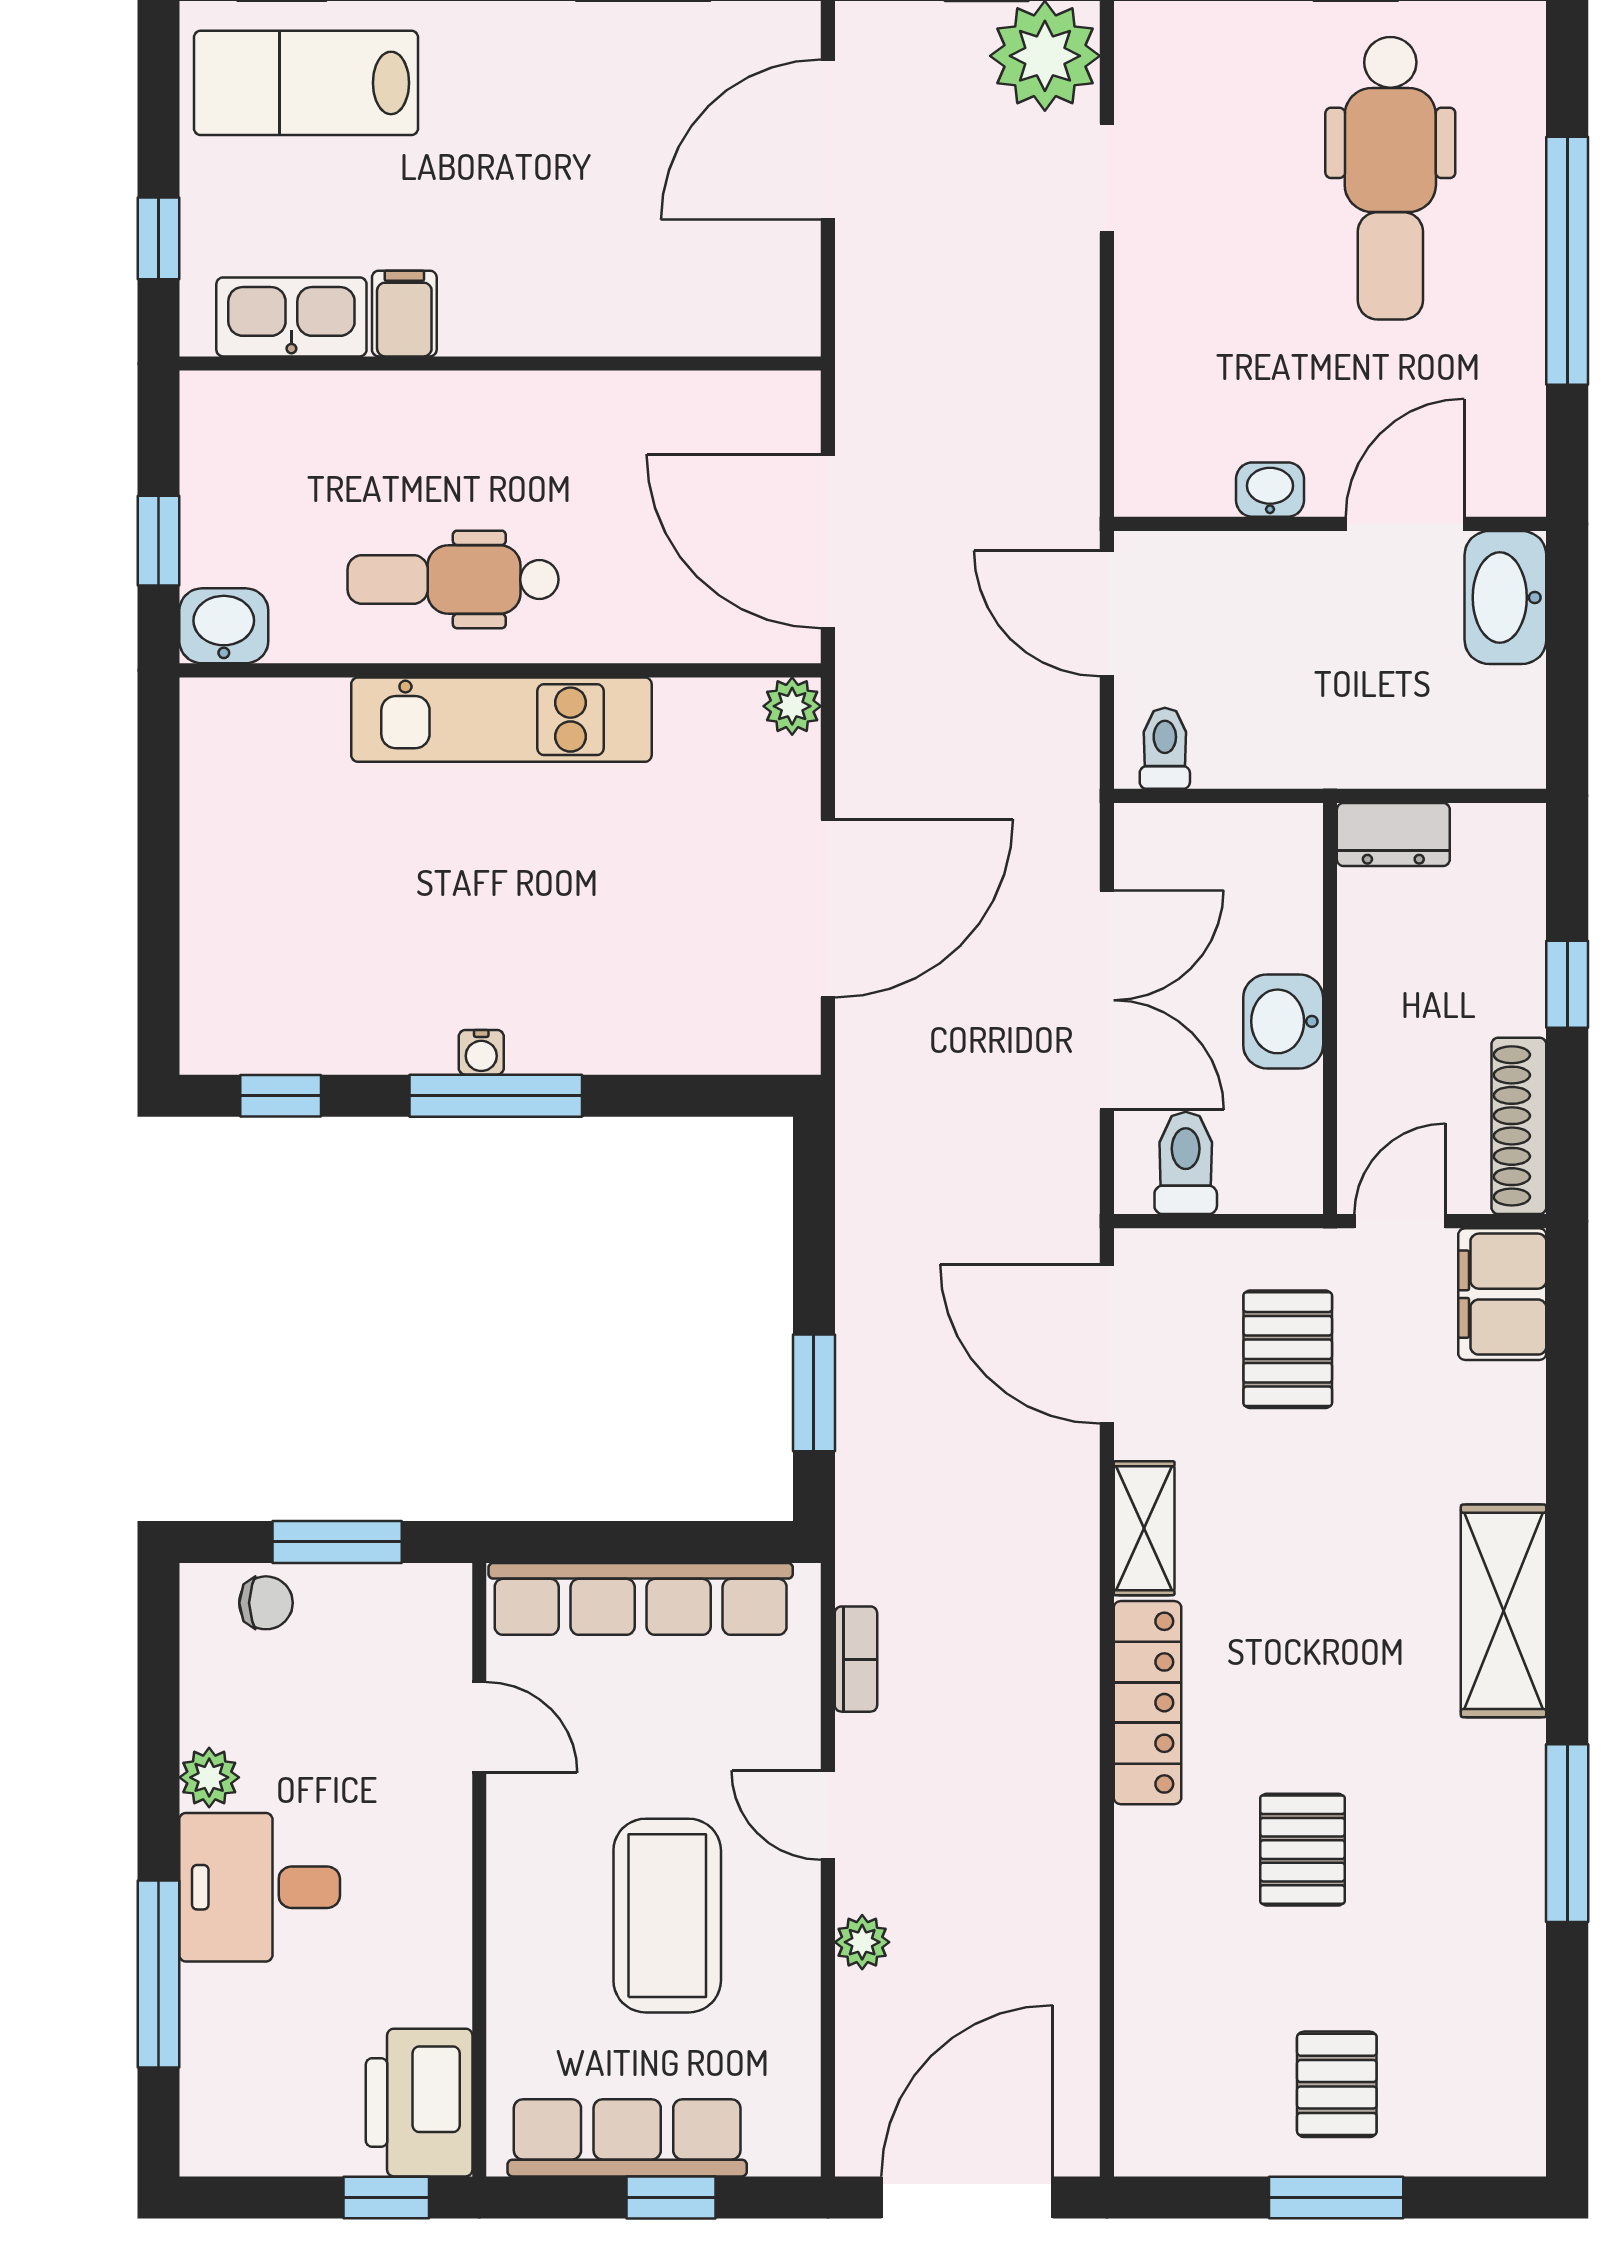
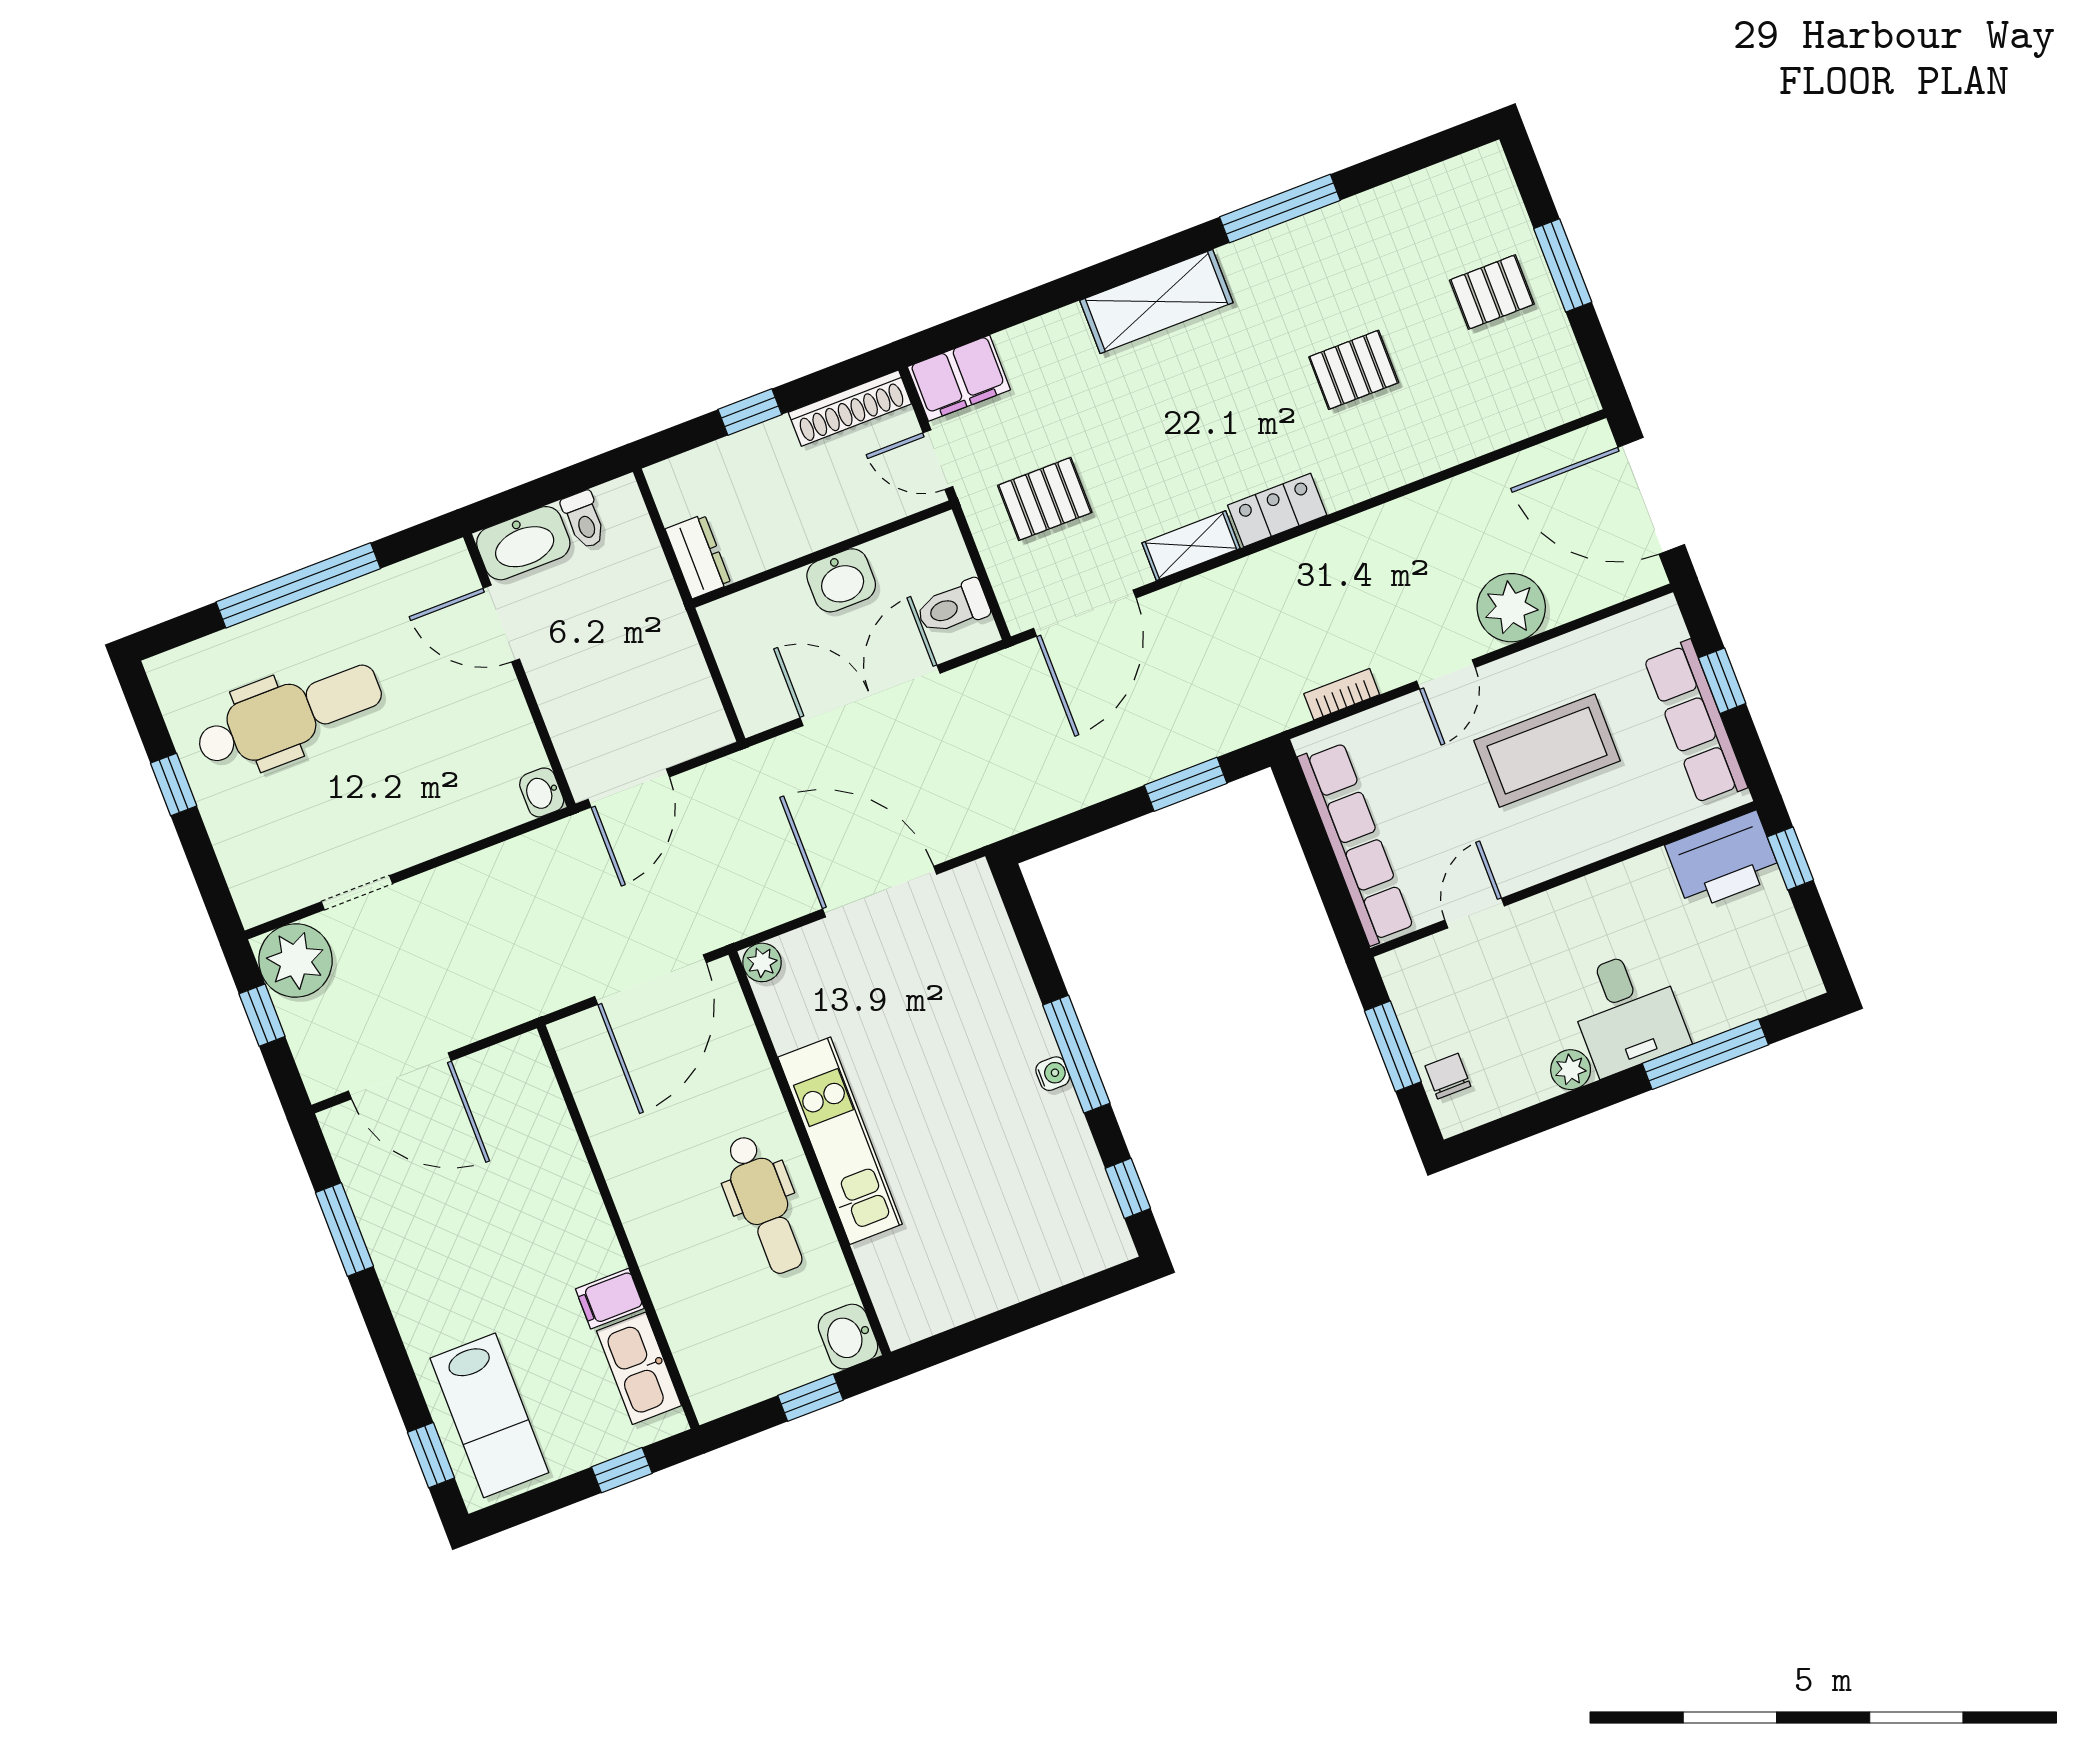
washbasin: (1270, 490) -> (542, 792), moved
toilet: (1165, 748) -> (584, 520), moved, turned -90
locker: (1147, 1703) -> (1277, 510), width x0.66
plant: (862, 1942) -> (1511, 608), width x1.88, depth x1.88

